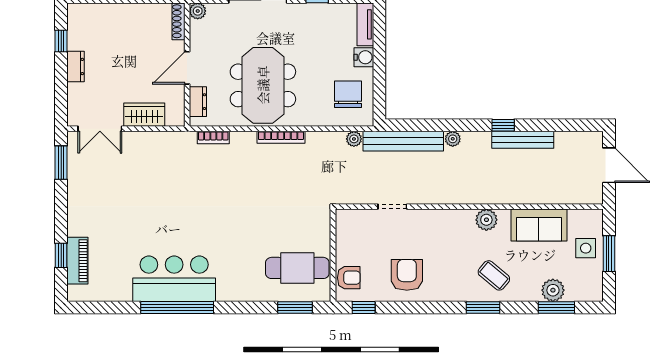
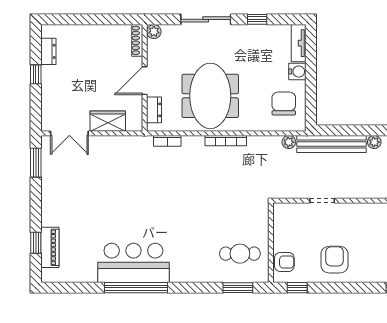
window: (61, 41) -> (36, 74), moved
dresser: (76, 66) -> (48, 51), moved
cafe table: (297, 268) -> (240, 254), width x0.73, depth x0.74

